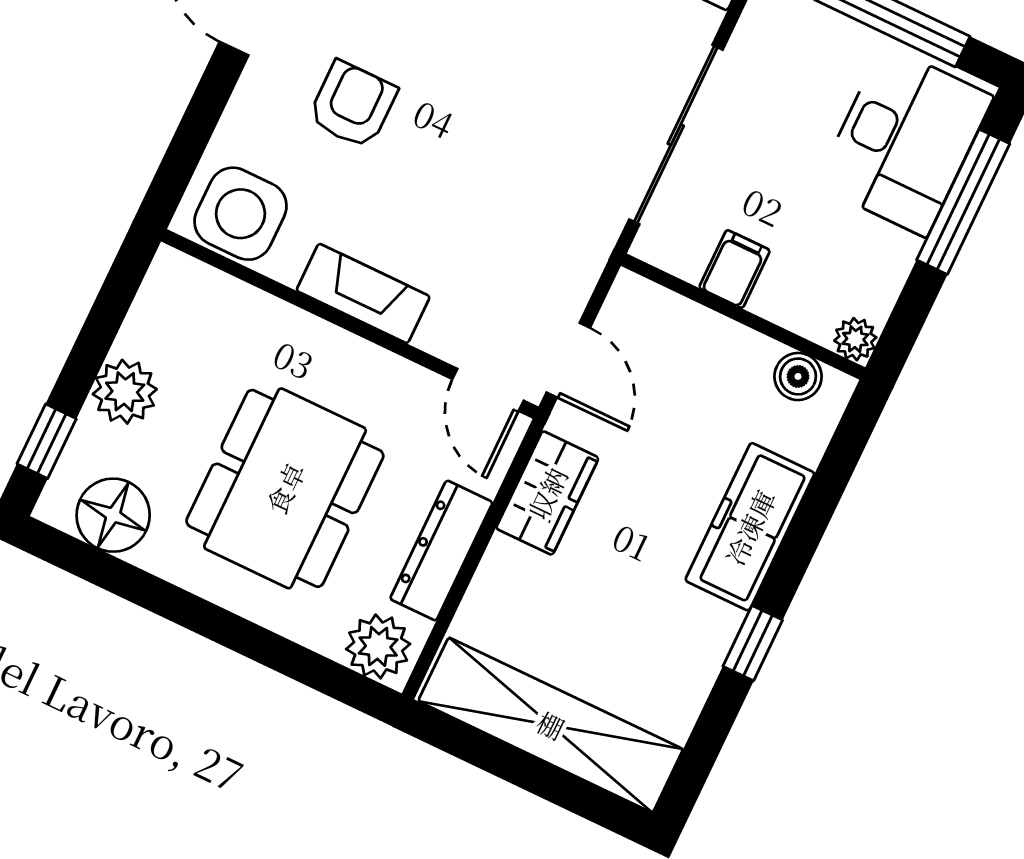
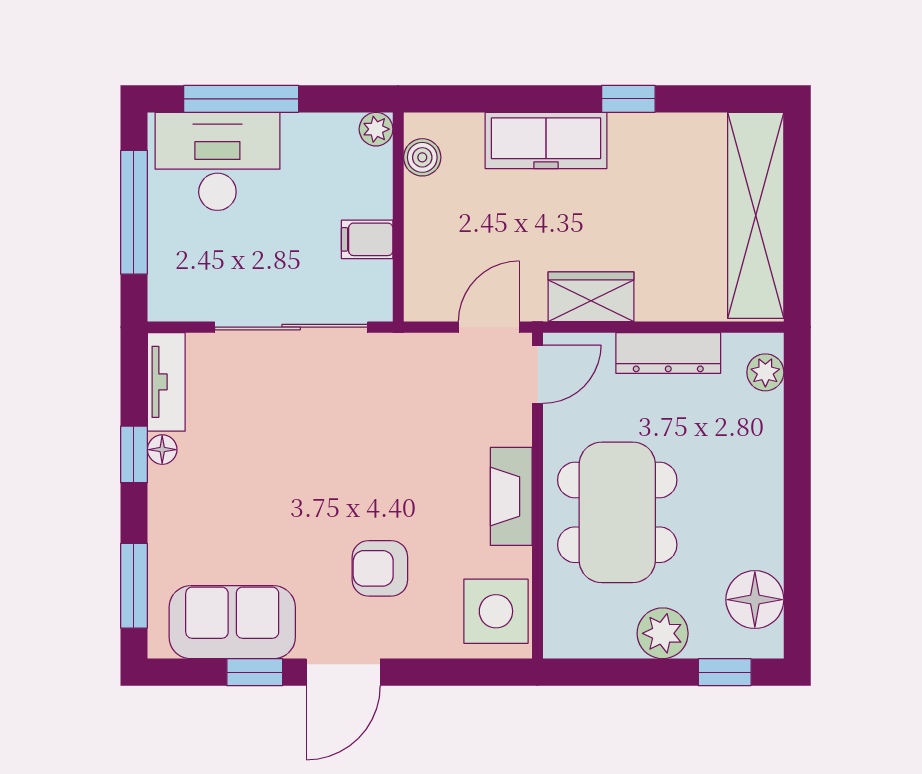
dining table: (285, 488) -> (617, 512), moved, turned 90
plant: (378, 646) -> (765, 372), width x0.73, depth x0.73

